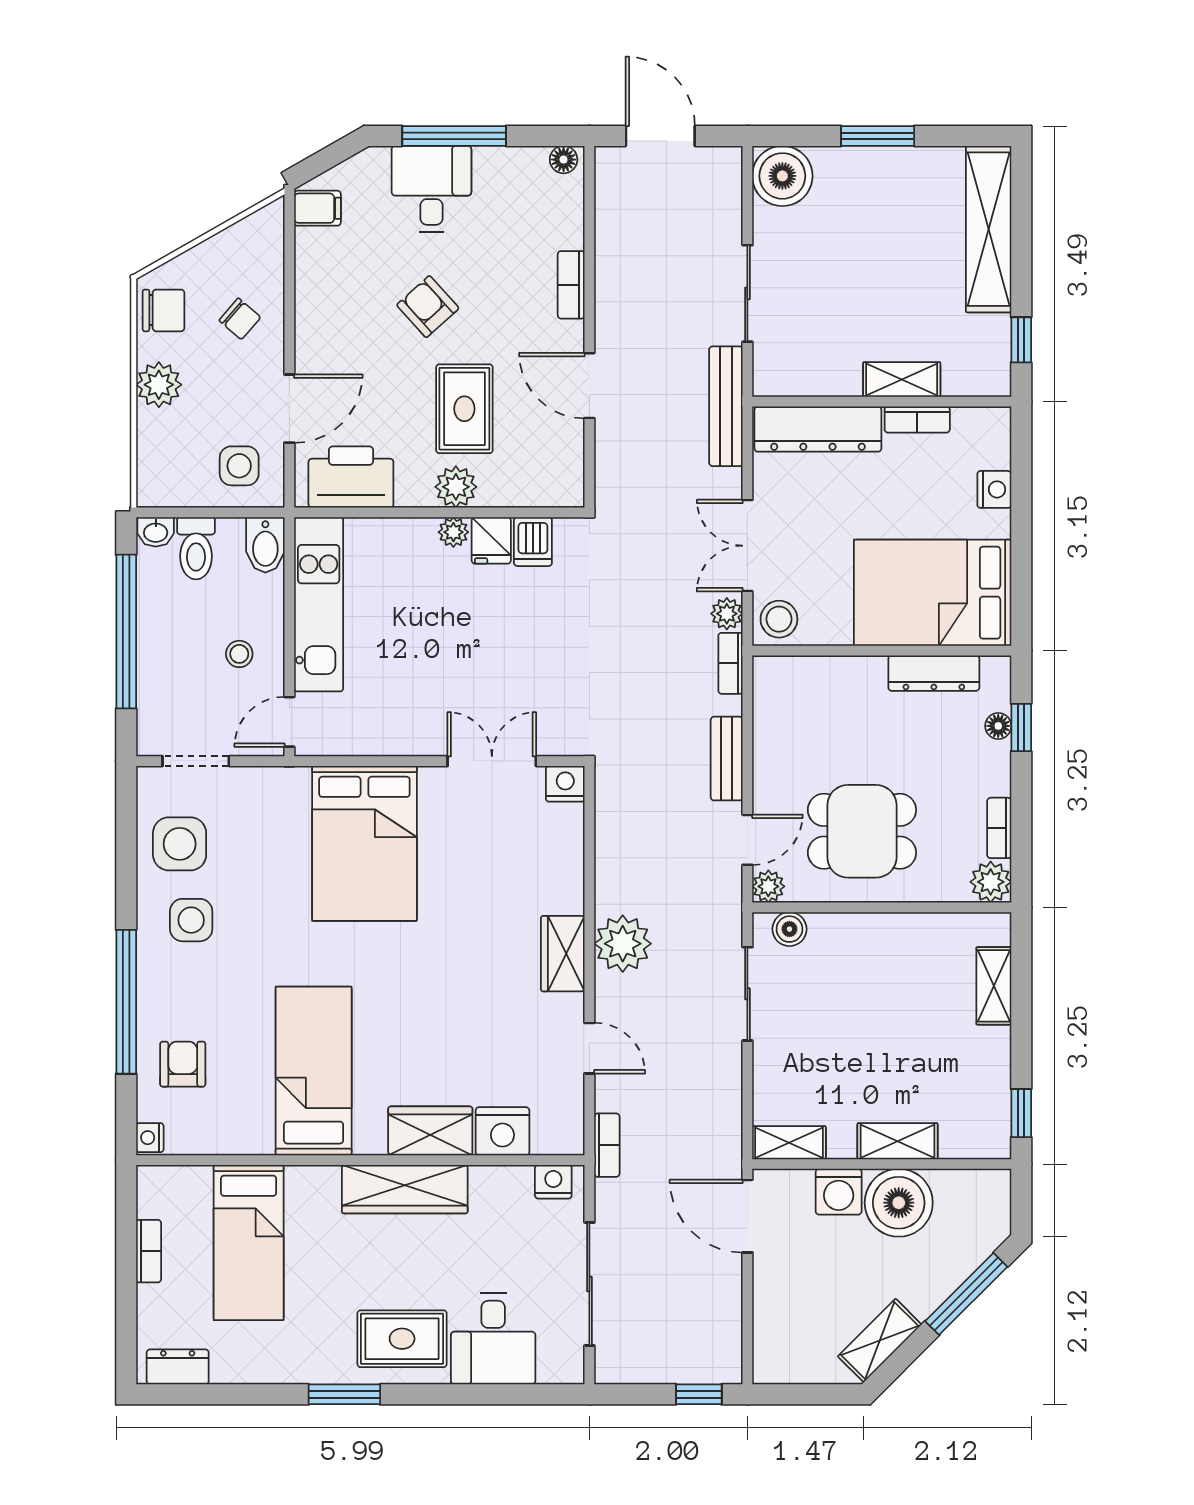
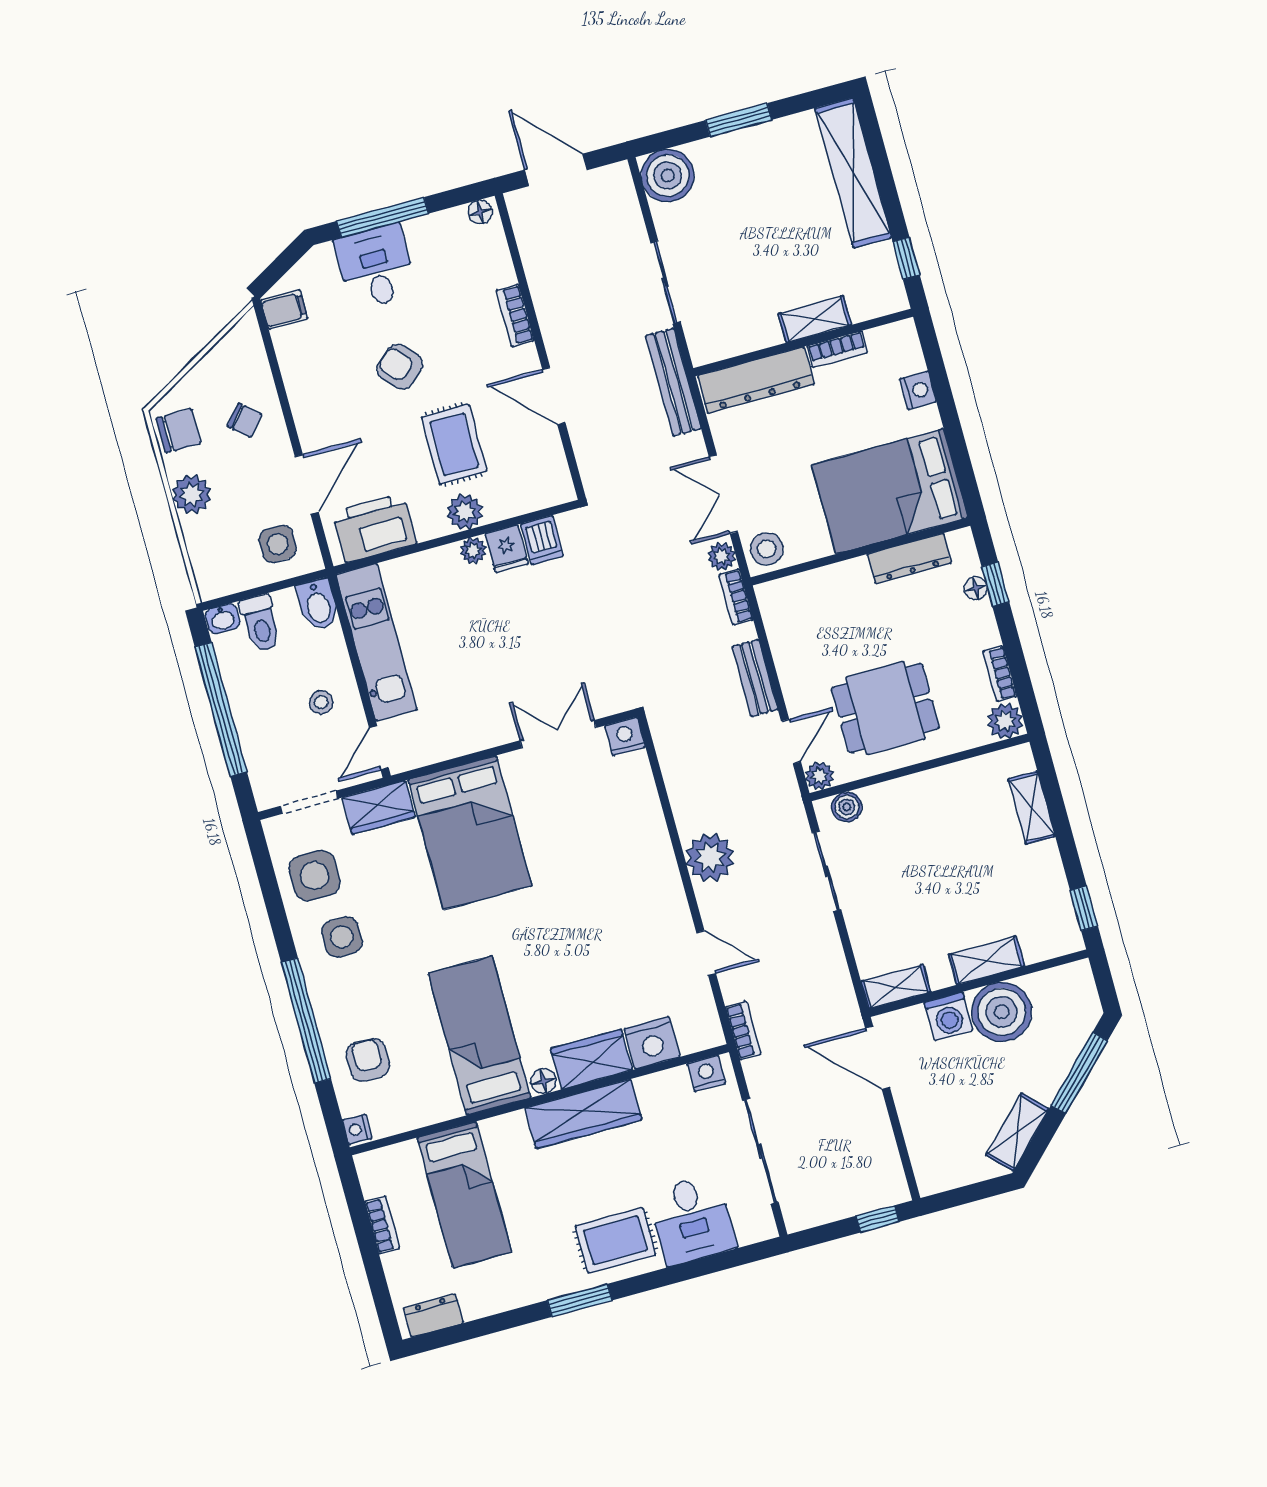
wardrobe: (563, 954) -> (379, 807), moved, turned -90
floor lamp: (371, 1141) -> (544, 1081), added

